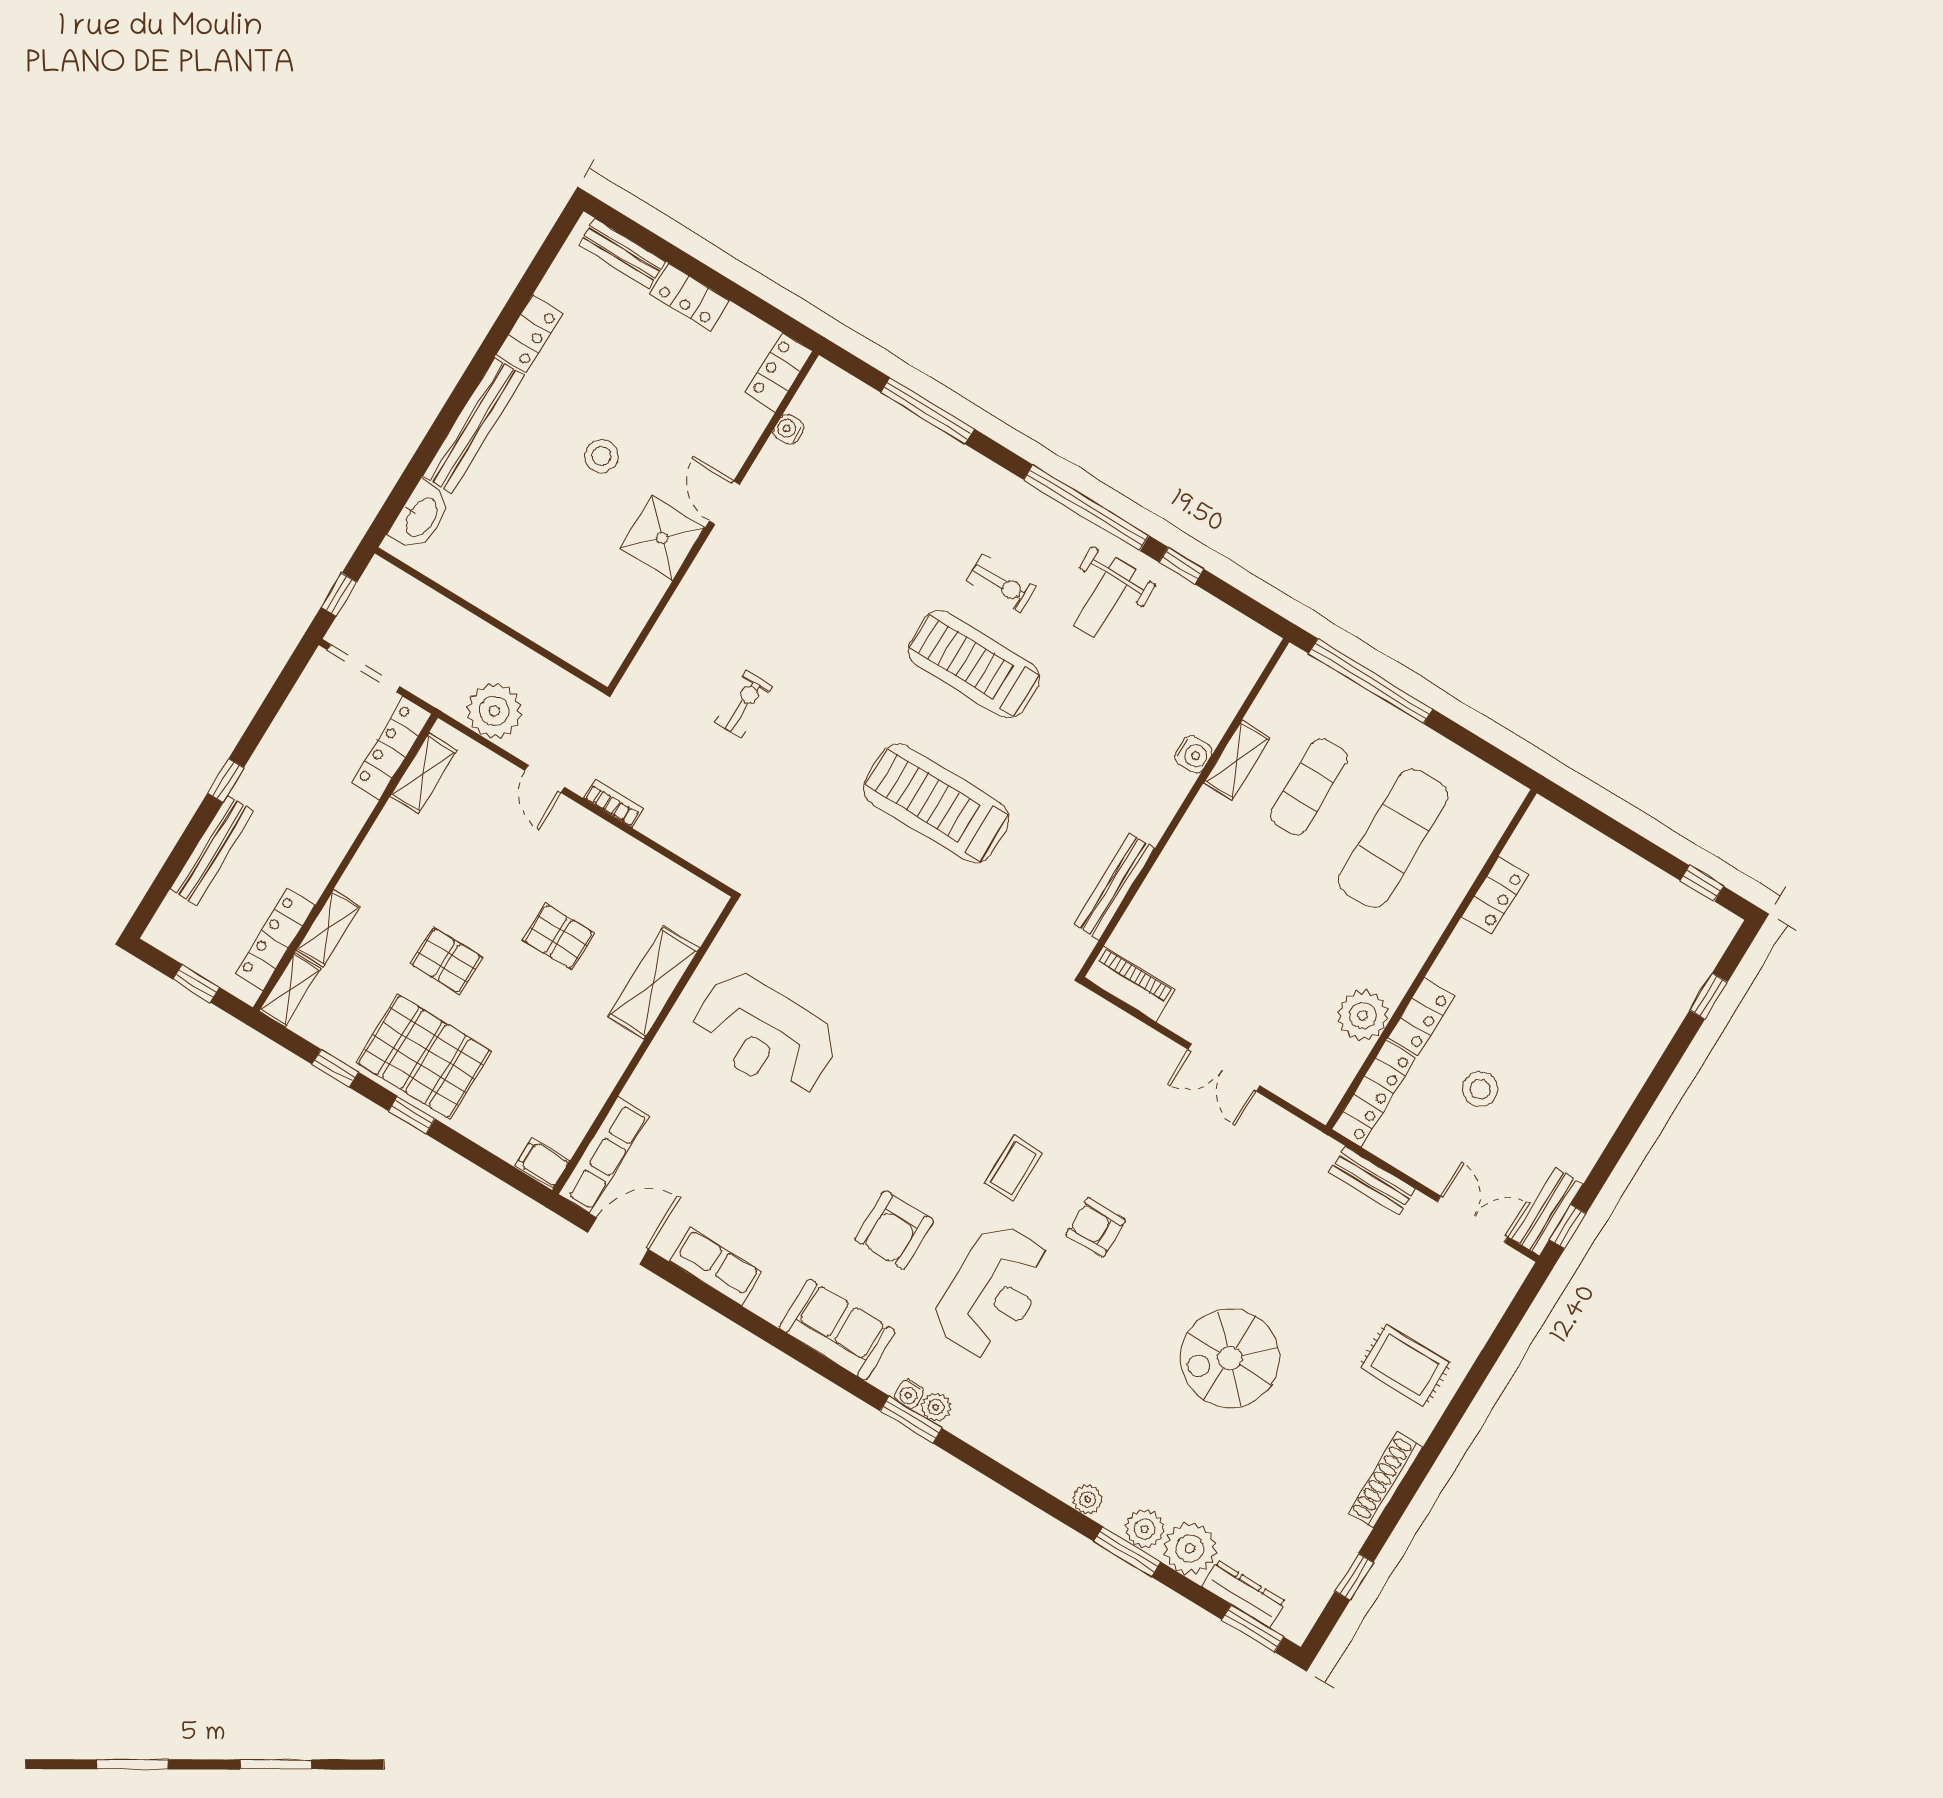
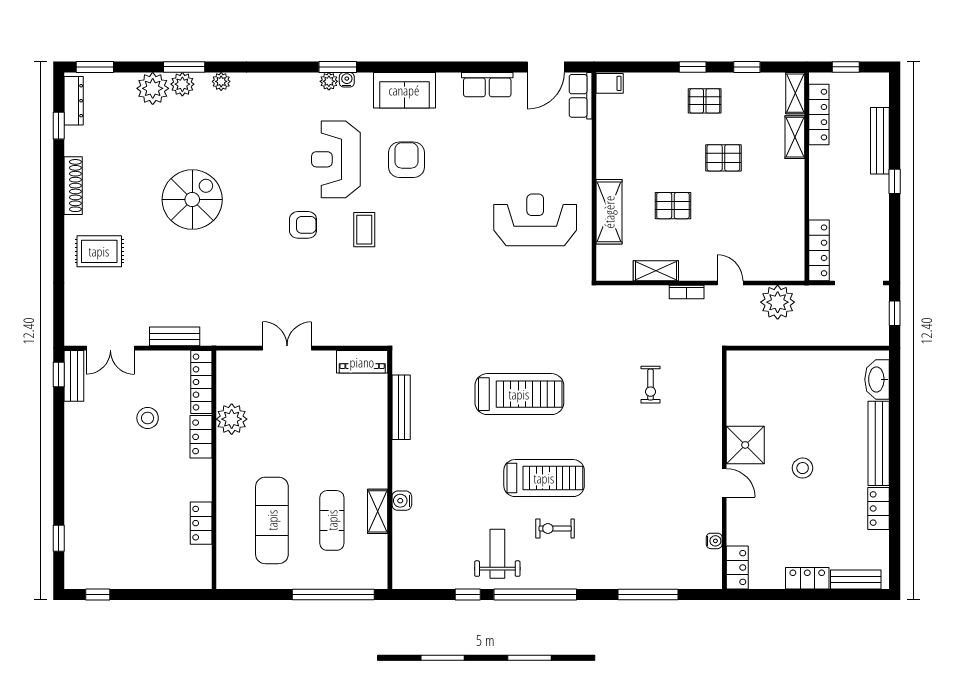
shelving: (424, 773) -> (656, 271), moved, turned 90
pallet: (424, 1057) -> (705, 101), width x0.49, depth x0.50
row of seats: (604, 1155) -> (581, 96), width x0.68
dresser: (1244, 1594) -> (74, 101), moved, turned -90

